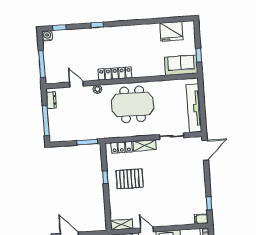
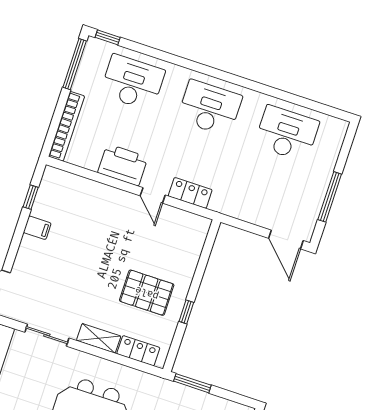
filing cabinet: (201, 219) -> (37, 228), moved
shelving: (122, 225) -> (191, 222), removed

